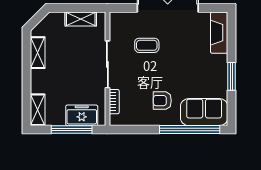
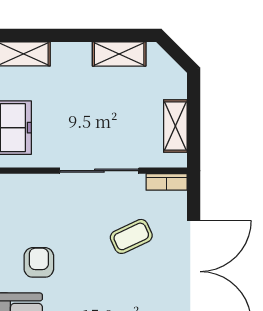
coffee table: (147, 45) -> (131, 236), turned 65
bookcase: (114, 102) -> (167, 182), moved

